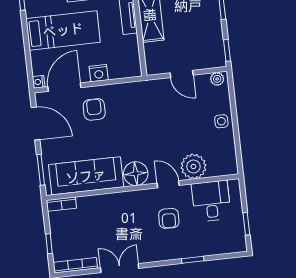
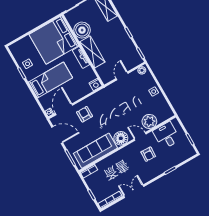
nightstand: (99, 73) -> (96, 84), moved
door: (182, 74) -> (122, 76), swing flipped

